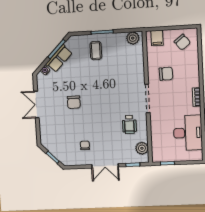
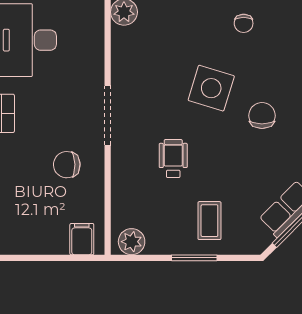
chair: (182, 42) -> (31, 227), removed
side table: (98, 114) -> (211, 88), added
wheelchair: (129, 124) -> (173, 159), moved

